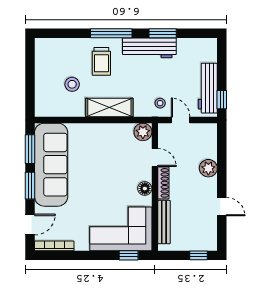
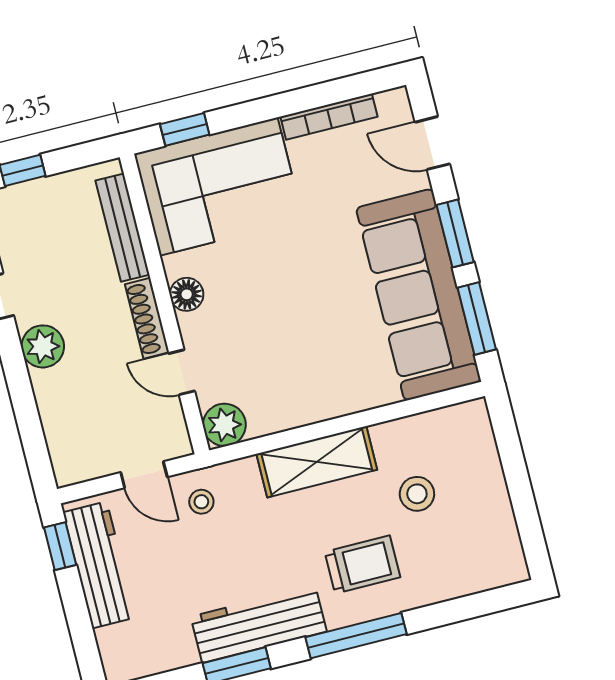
trolley: (101, 61) -> (362, 565), turned 90
plant: (208, 168) -> (43, 346), moved
door: (30, 225) -> (432, 143), hinge flipped
bookcase: (54, 246) -> (329, 117), moved

